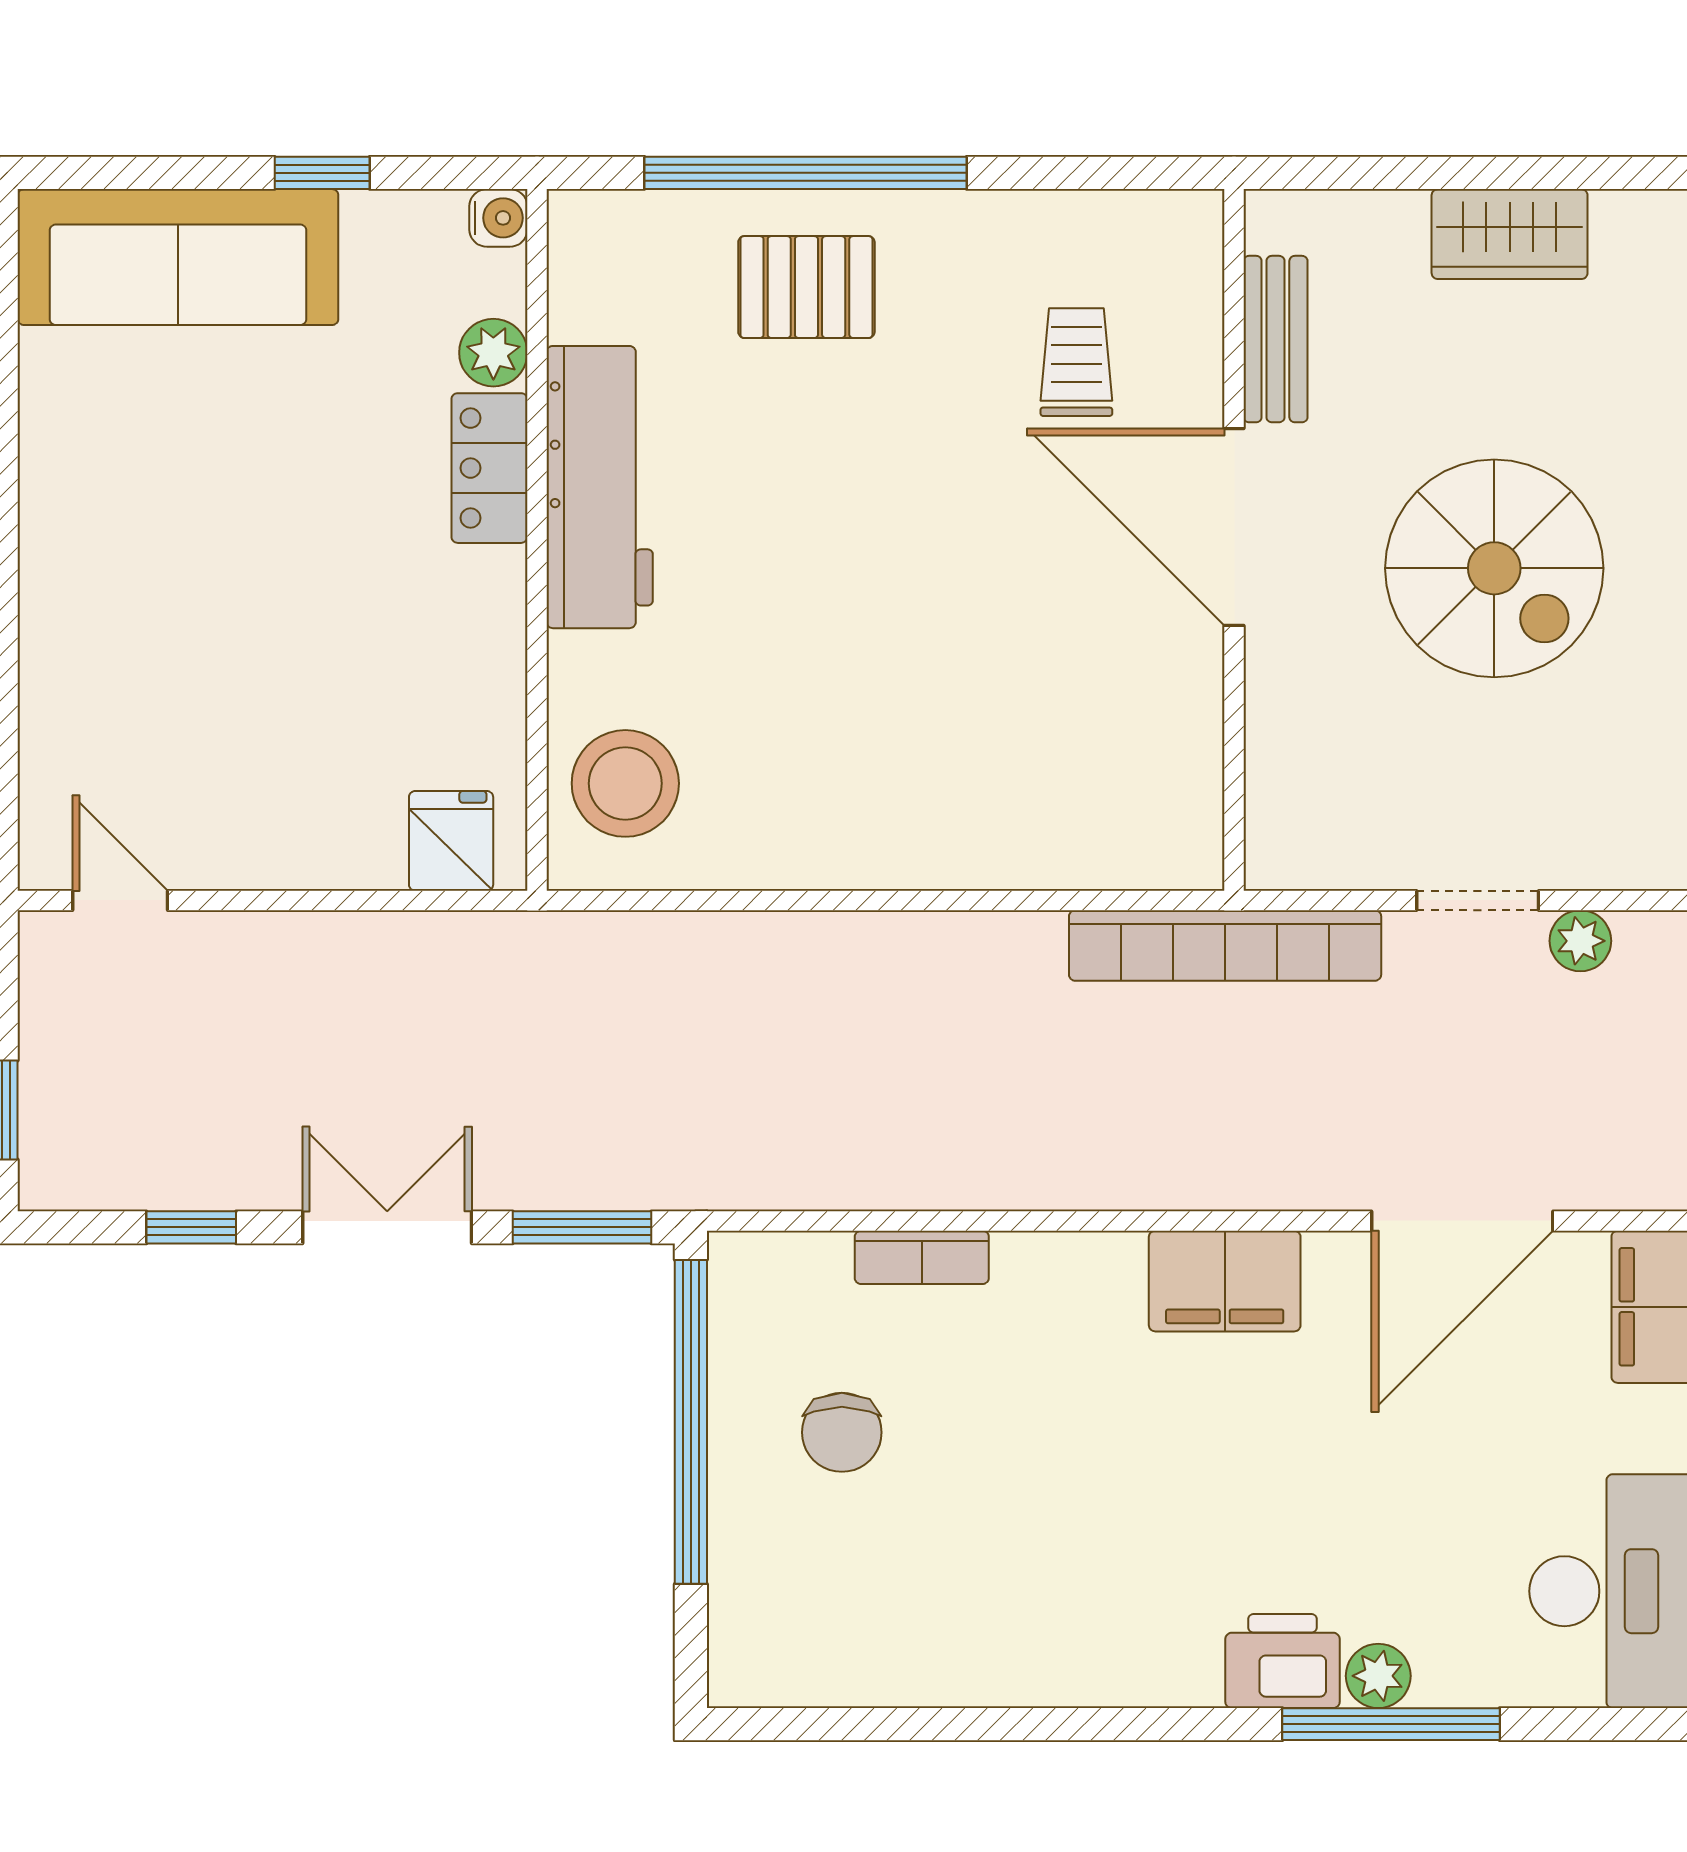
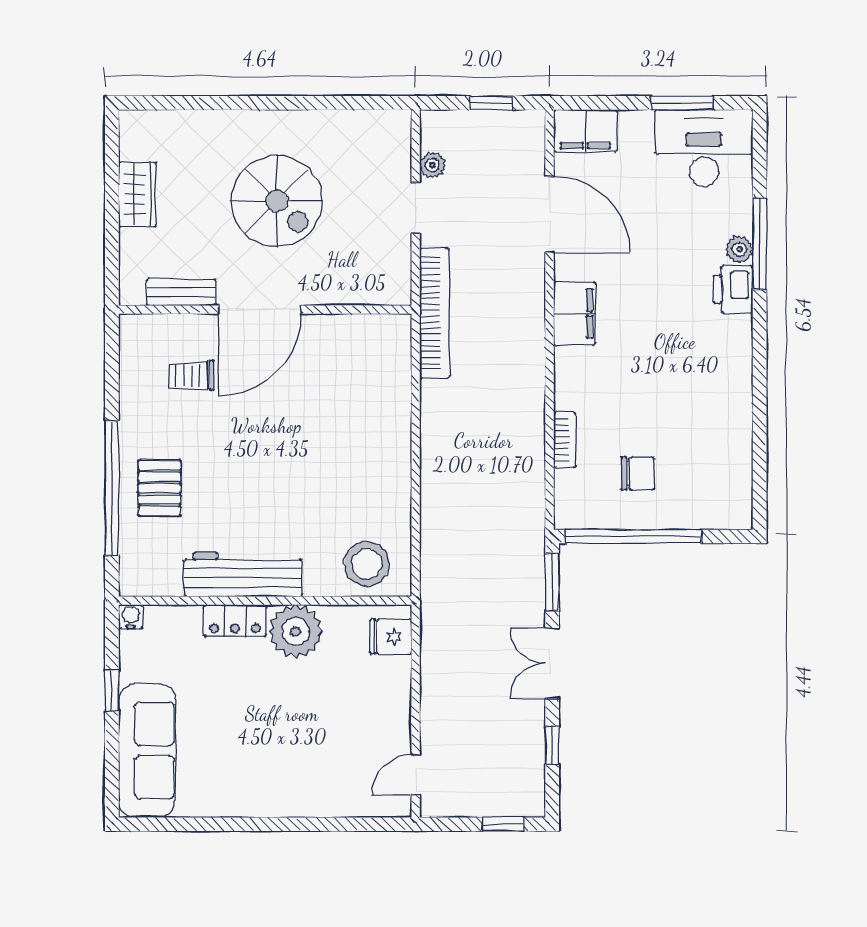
plant: (493, 353) -> (296, 631), moved, width x1.88, depth x1.88
spiral stairs: (1494, 568) -> (277, 201), turned 90

